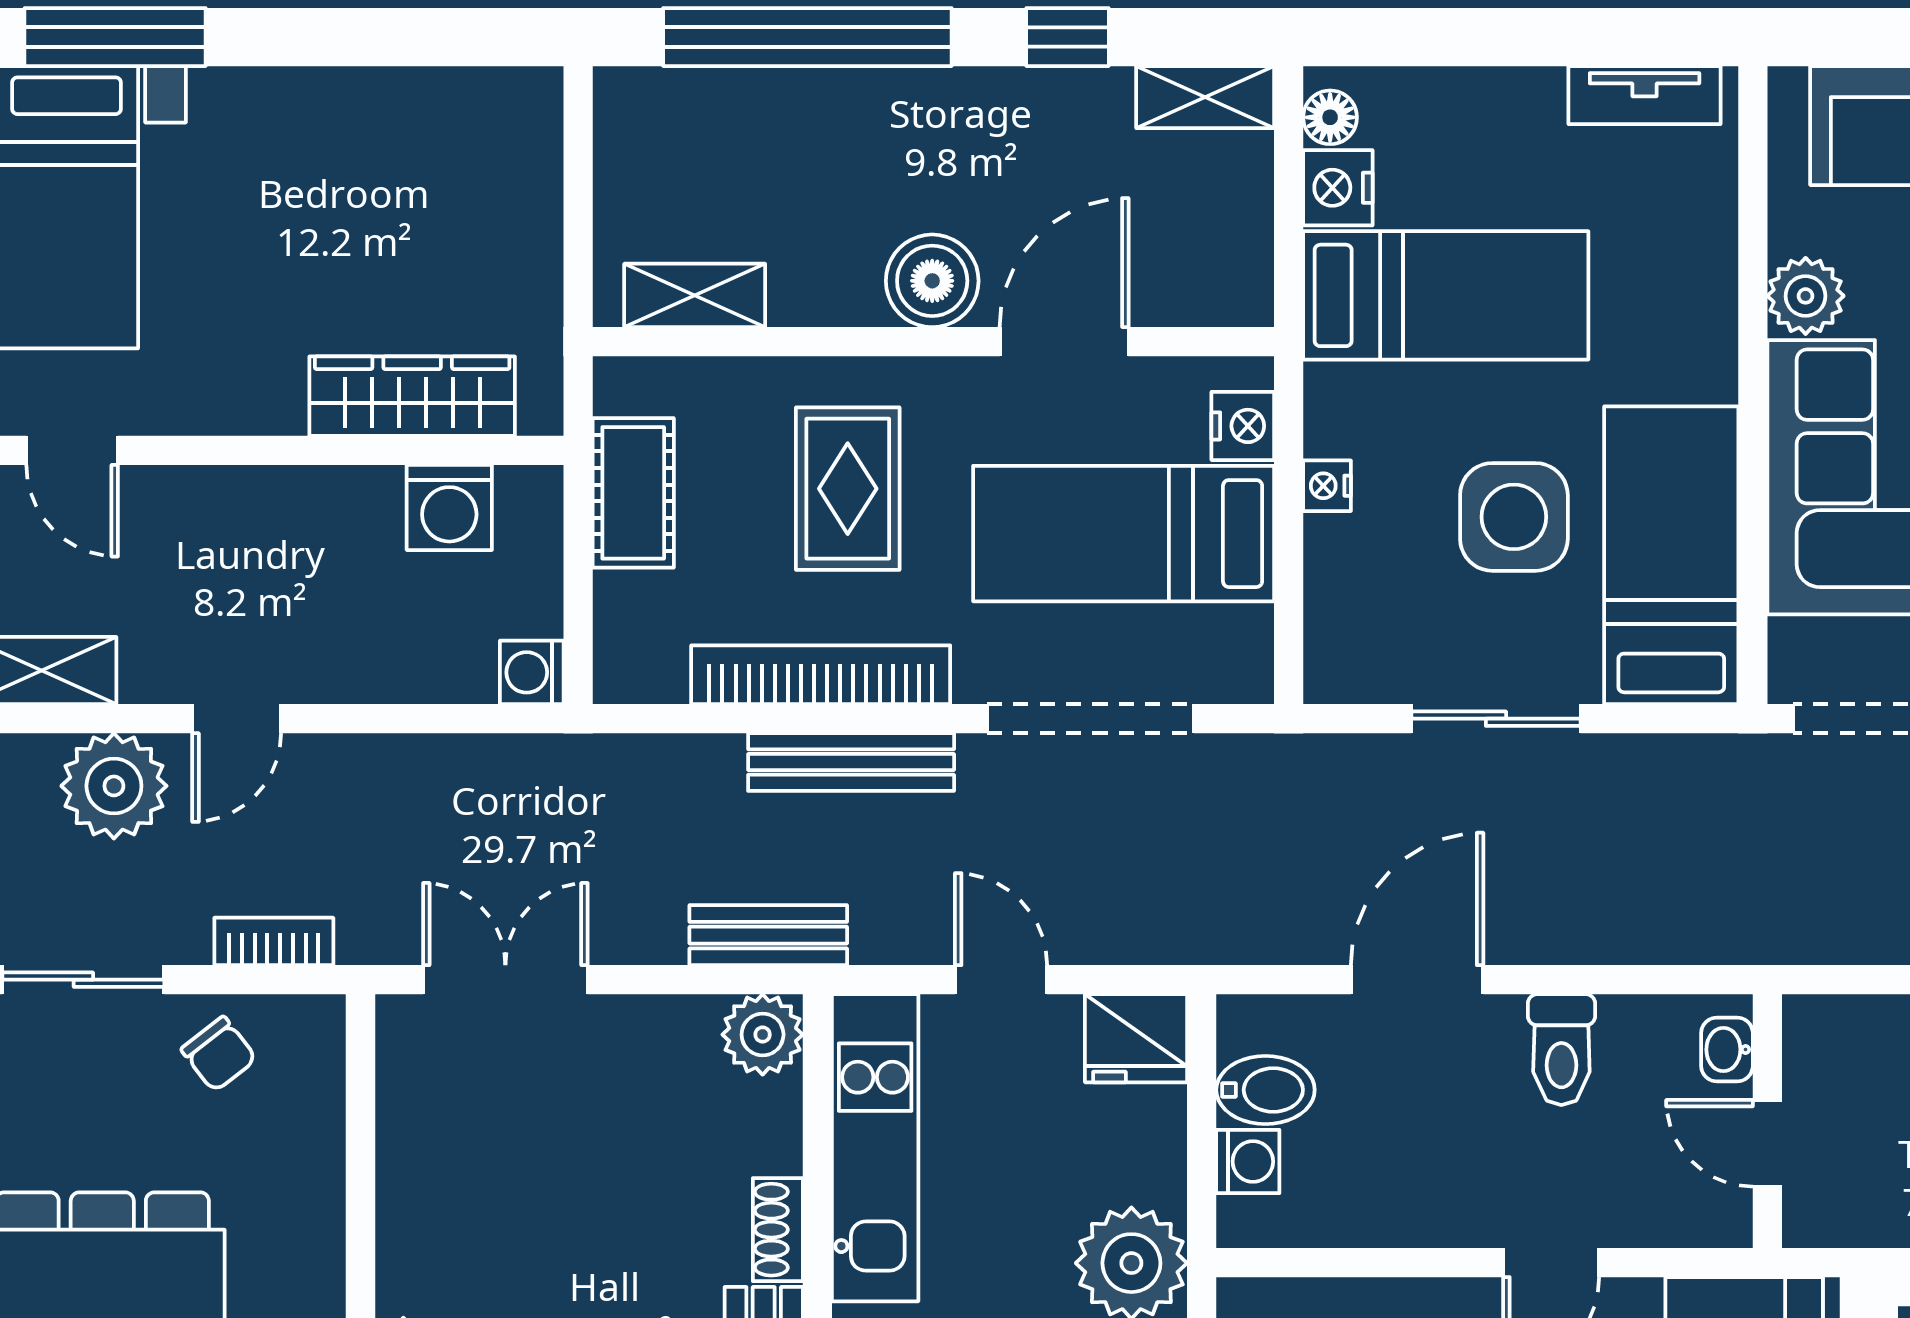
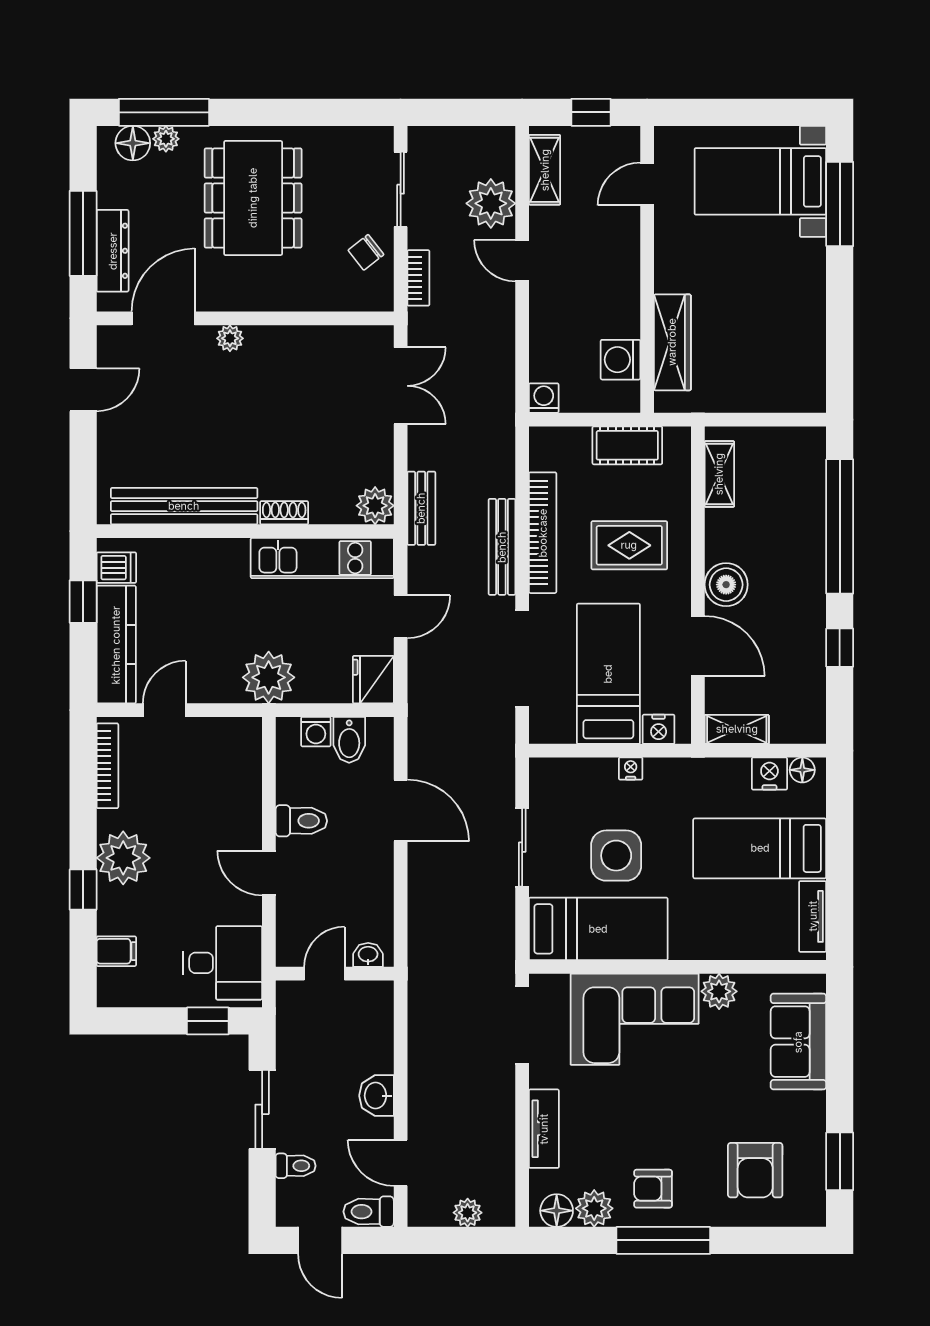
shelving: (1205, 97) -> (737, 729), moved, turned 90
bed: (1446, 295) -> (760, 848), moved, turned 90
toilet: (1561, 1050) -> (301, 821), moved, turned 180

